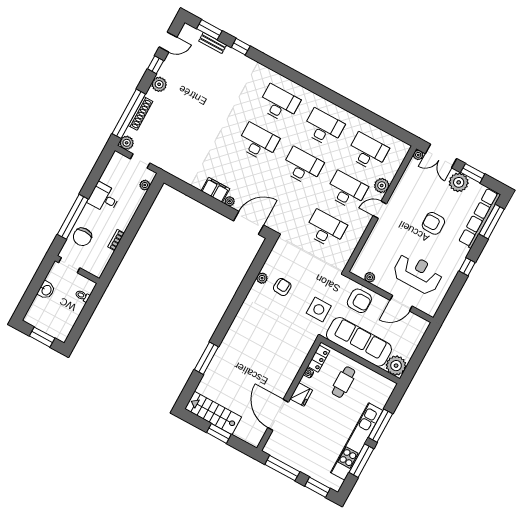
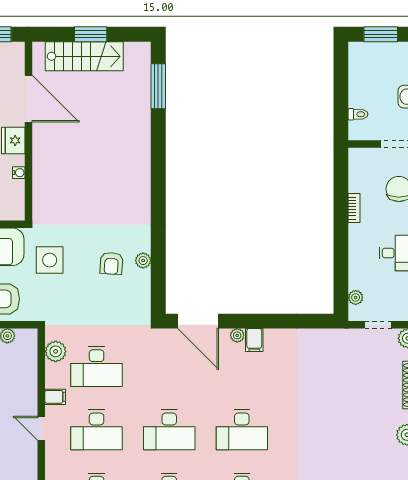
plant: (382, 185) -> (56, 351), moved
filing cabinet: (215, 190) -> (254, 340), width x0.50
door: (380, 210) -> (41, 428), swing flipped
door: (249, 223) -> (198, 321), hinge flipped
filing cabinet: (361, 224) -> (55, 397), added
window: (206, 358) -> (158, 86), moved
locker: (319, 359) -> (16, 198), removed
stairs: (213, 413) -> (84, 56), moved

